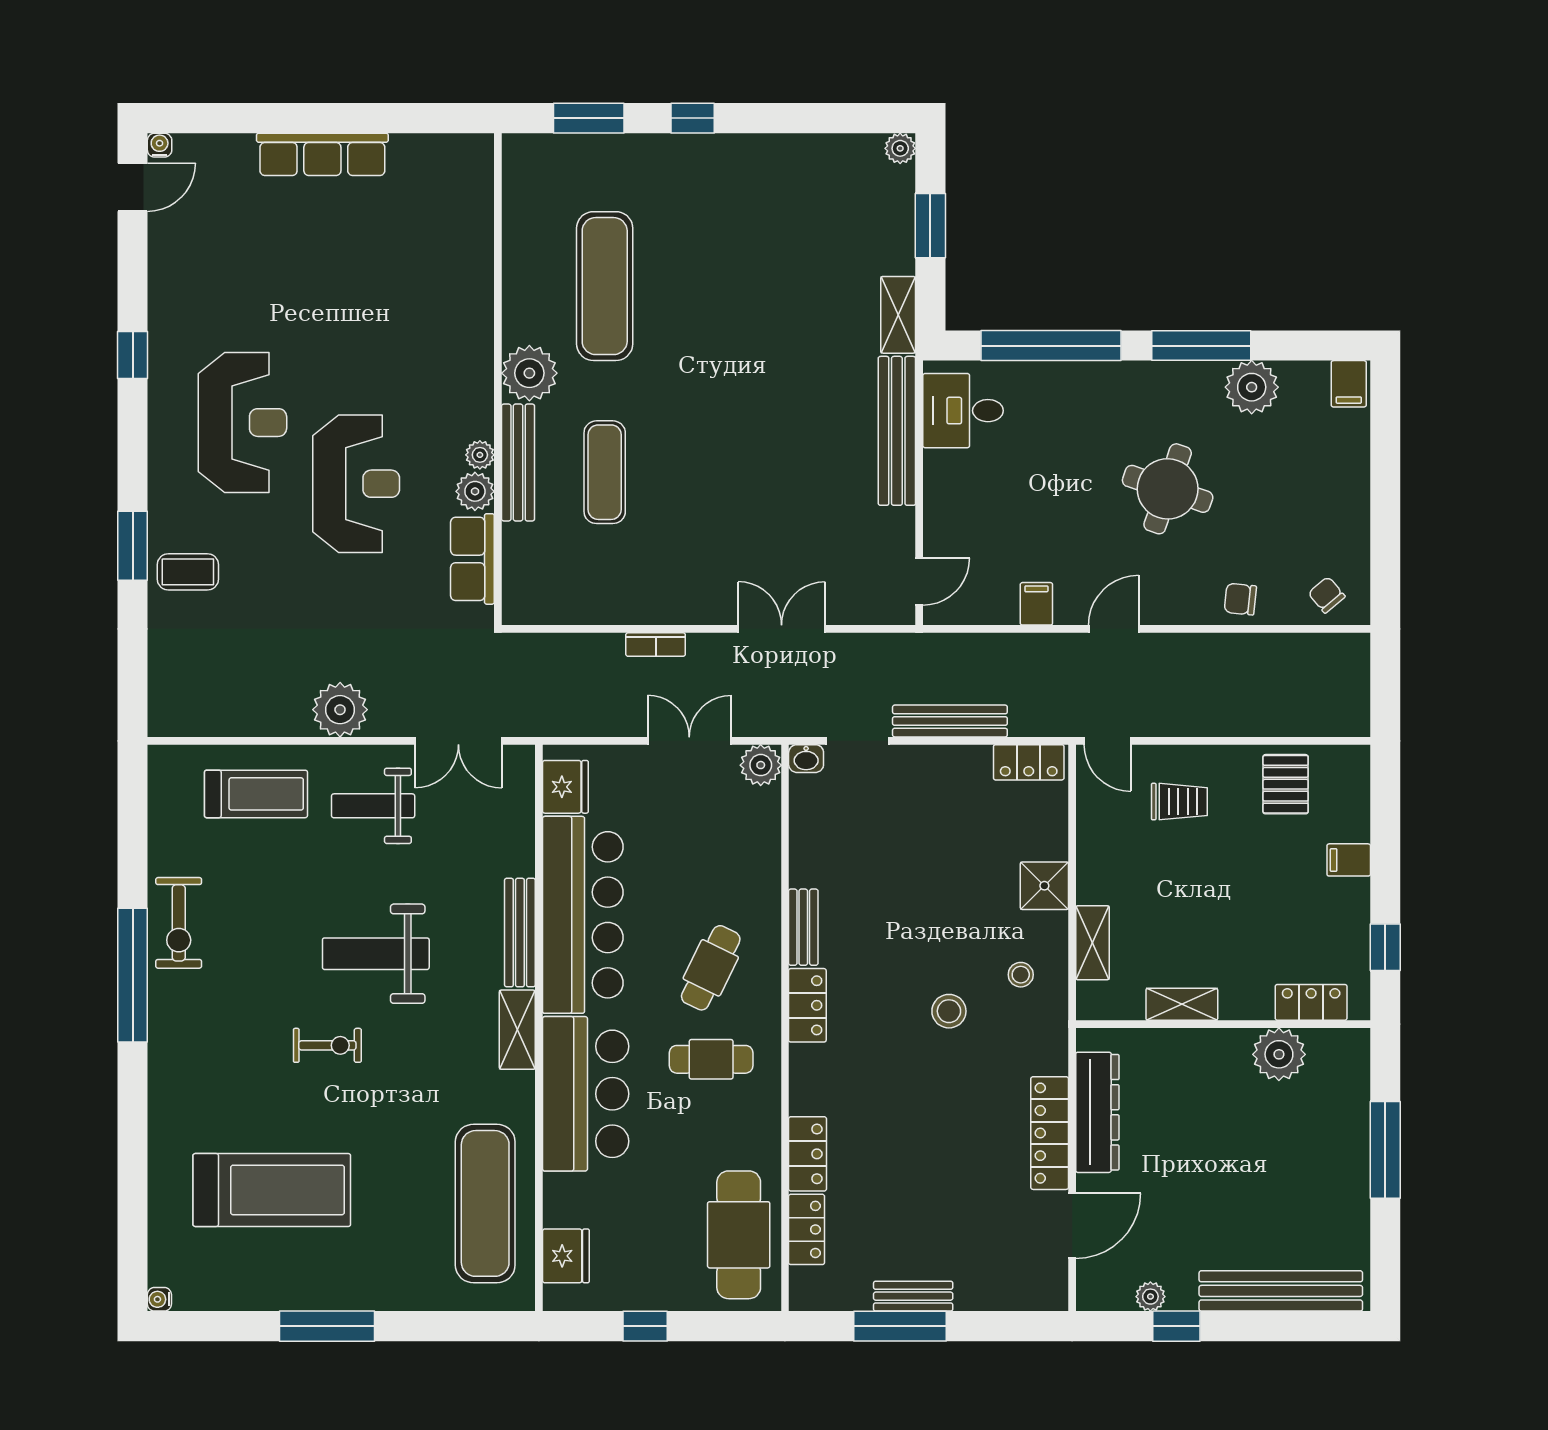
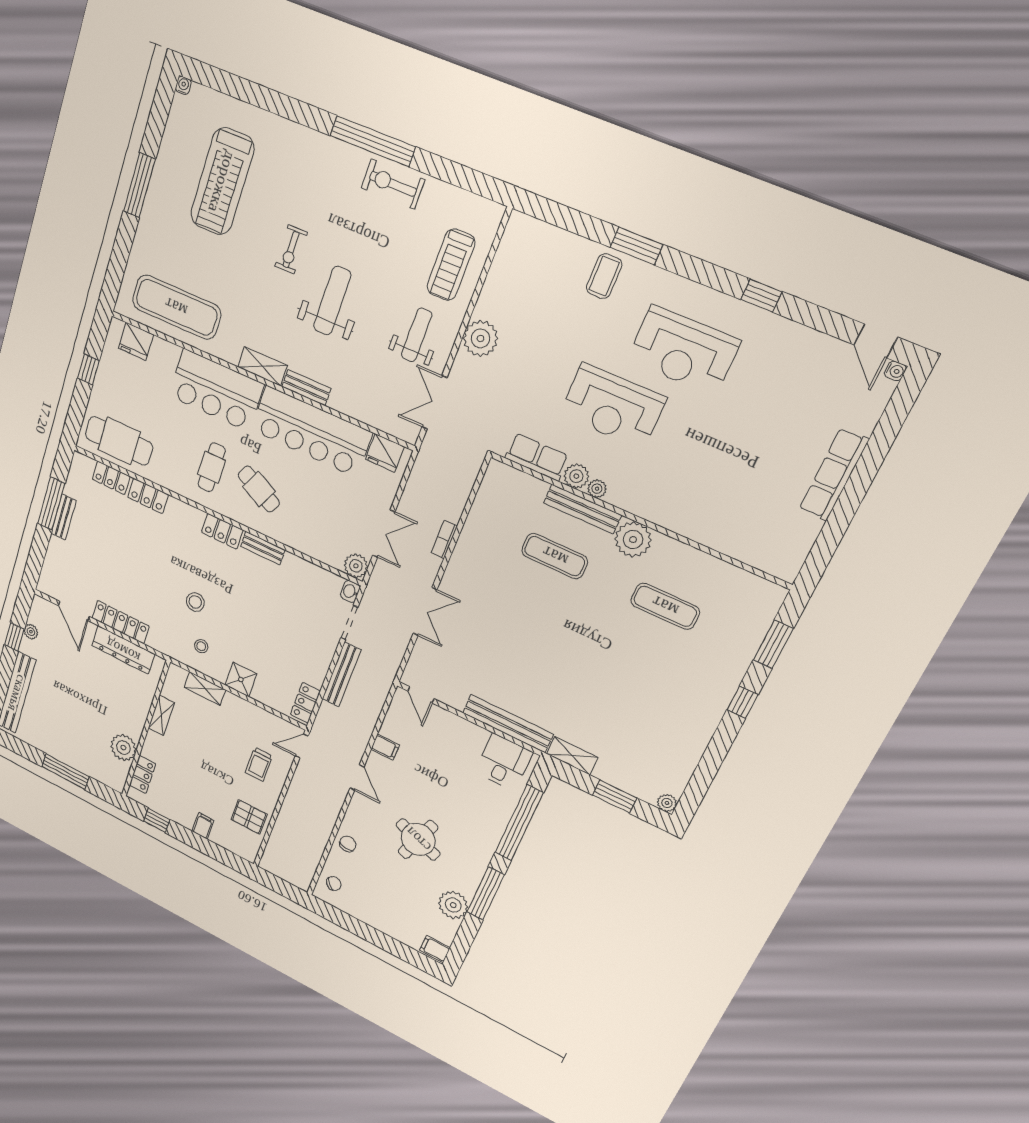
exercise mat: (605, 286) -> (665, 606), width x0.73, depth x0.69
bench: (520, 933) -> (306, 388), width x0.73

